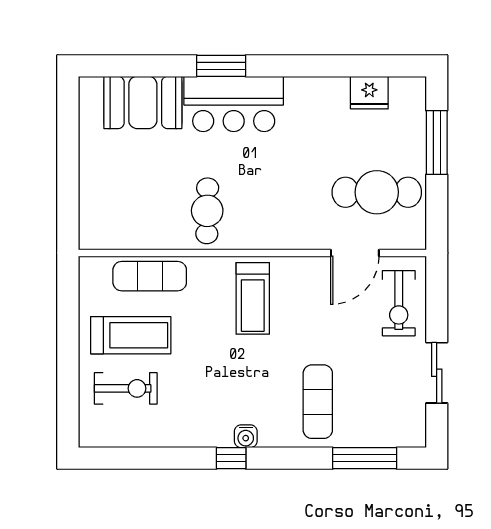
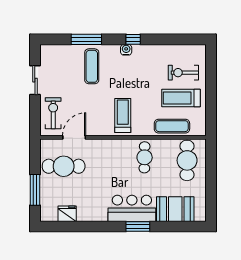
cafe table: (118, 204) -> (187, 160), added
window: (365, 458) -> (86, 39), moved

